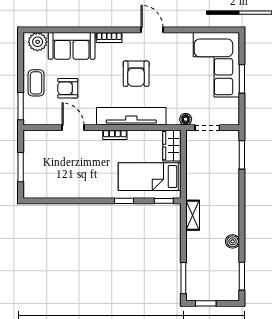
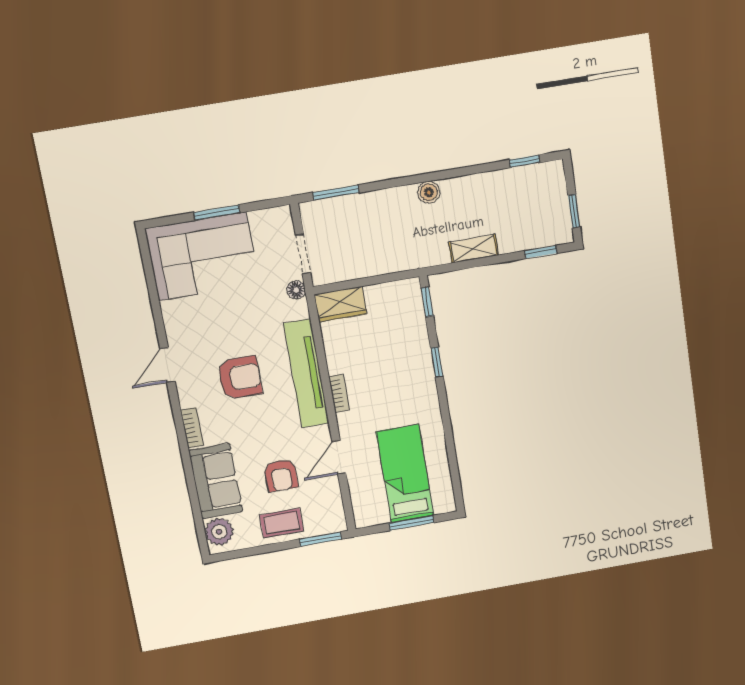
bed: (150, 177) -> (405, 474), moved, turned 180
shelving: (193, 215) -> (473, 249), moved
boiler: (233, 241) -> (429, 192), moved
window: (242, 276) -> (524, 161), width x0.67
window: (183, 278) -> (541, 252), width x0.67

